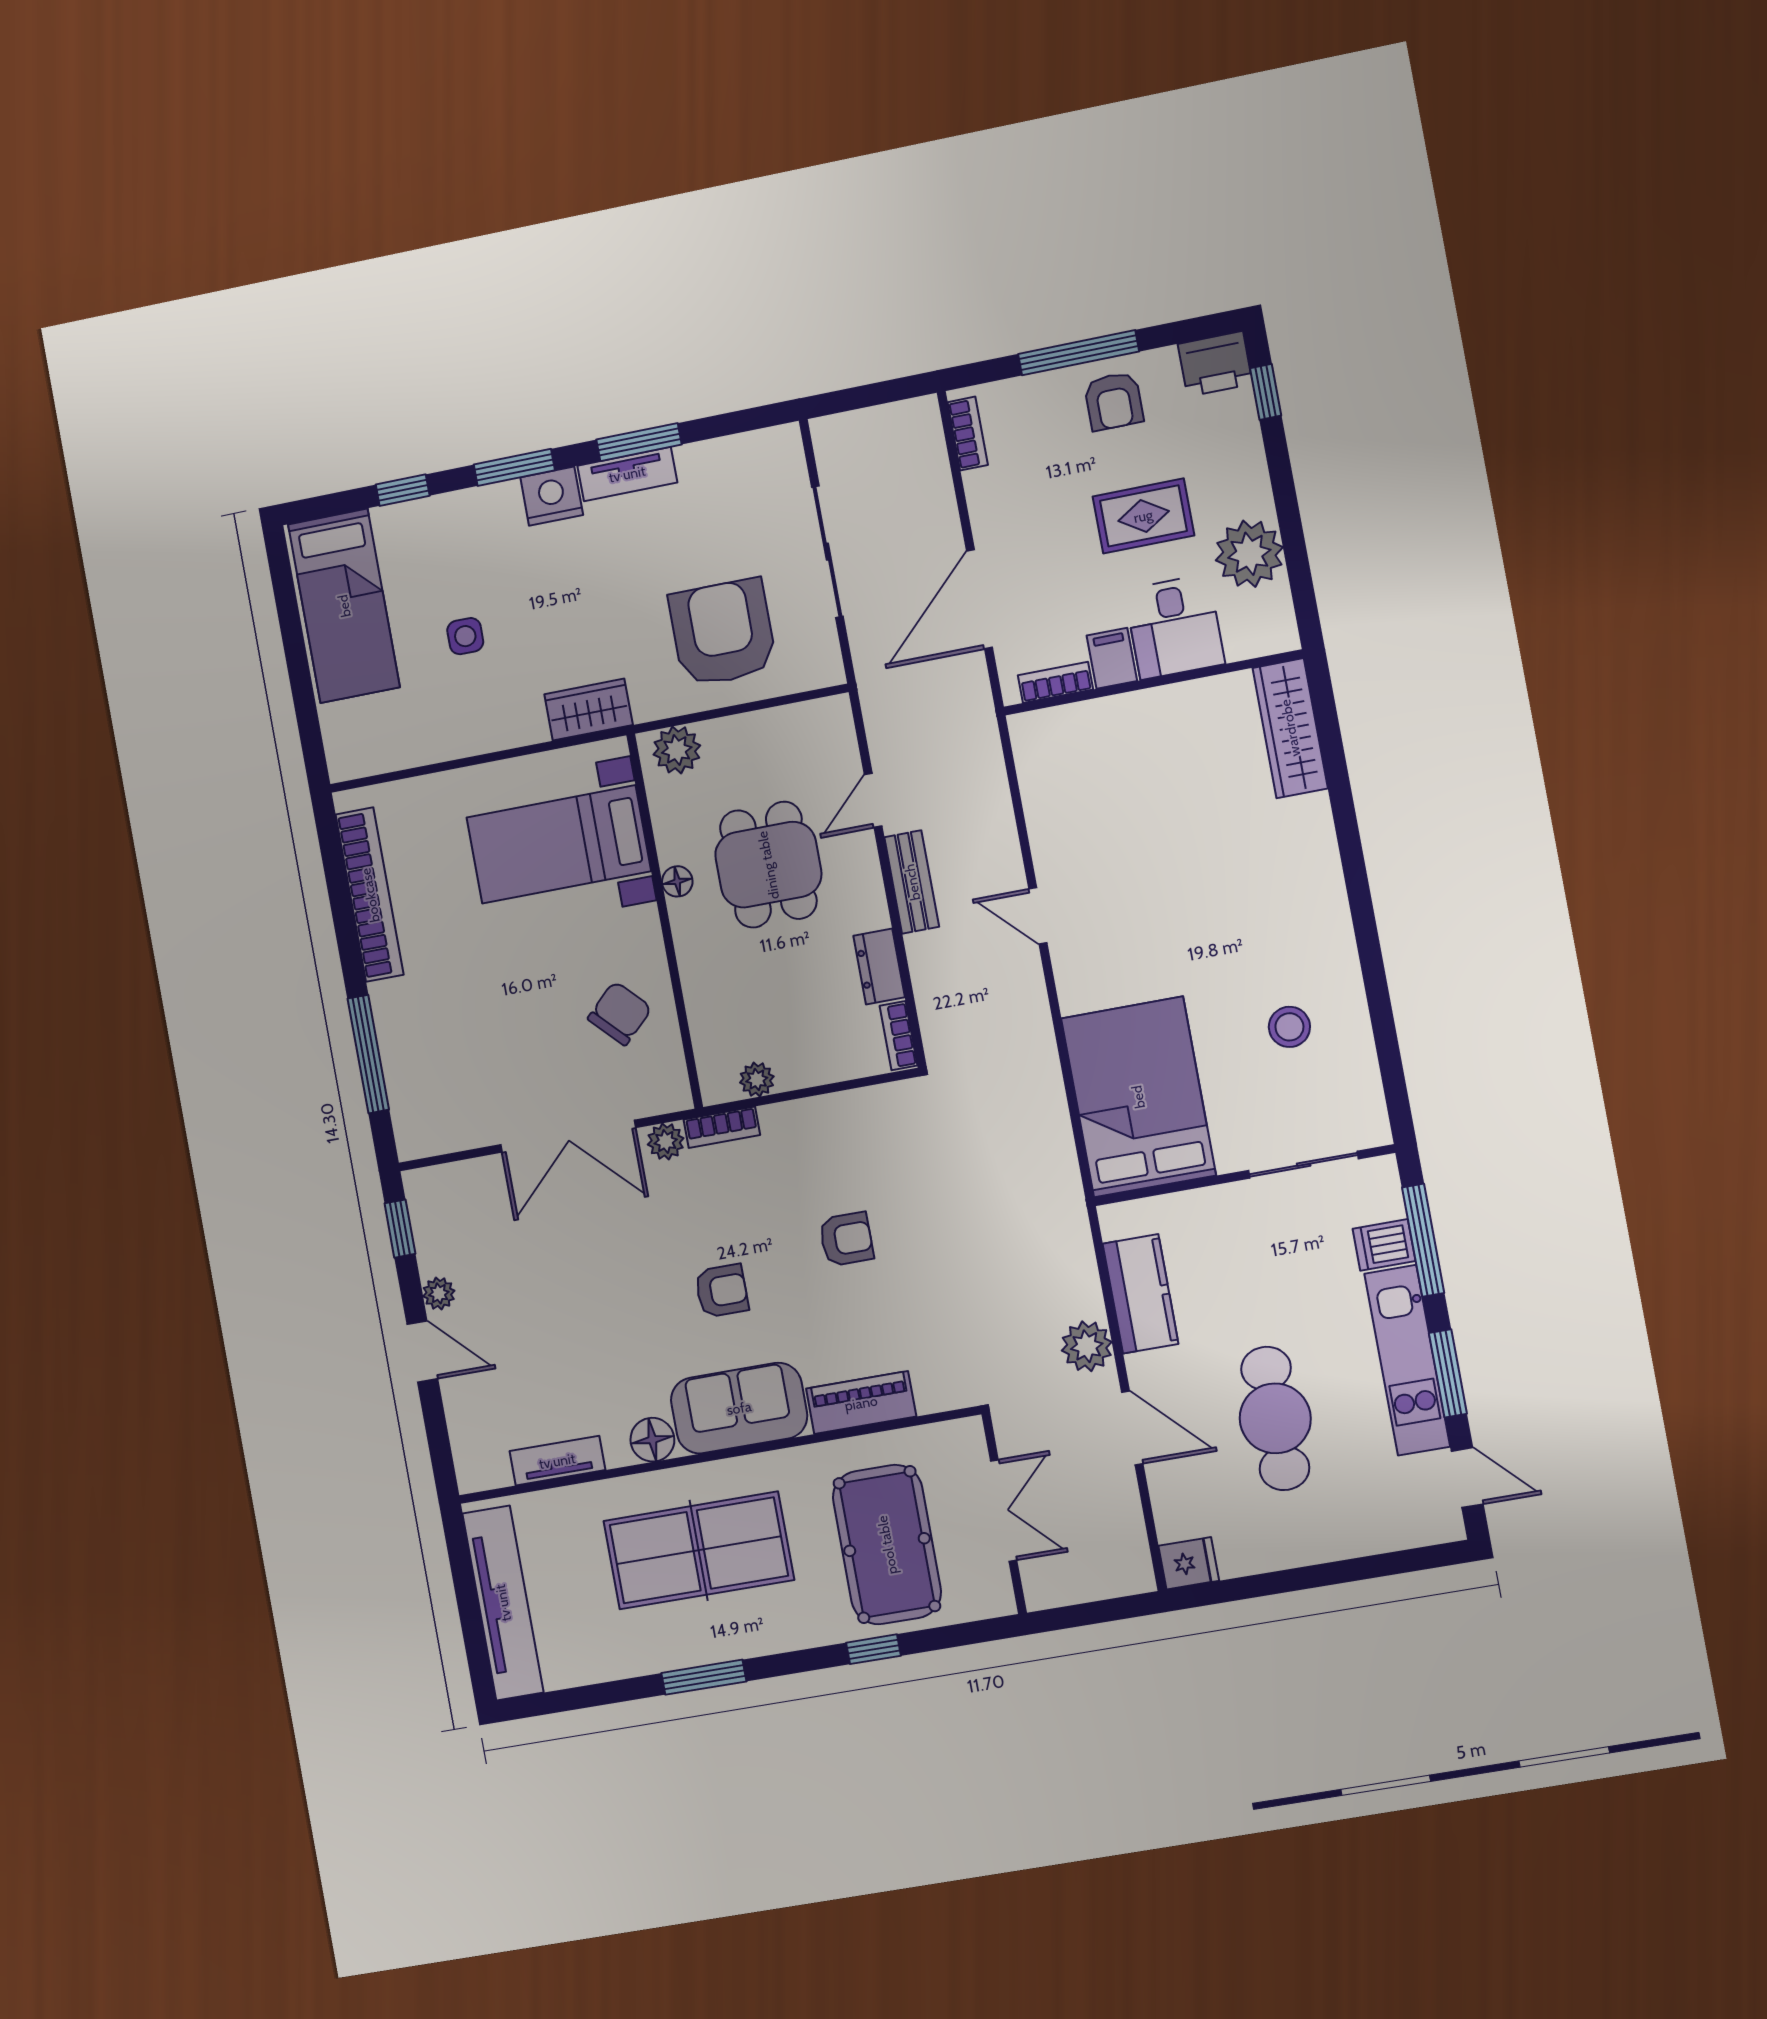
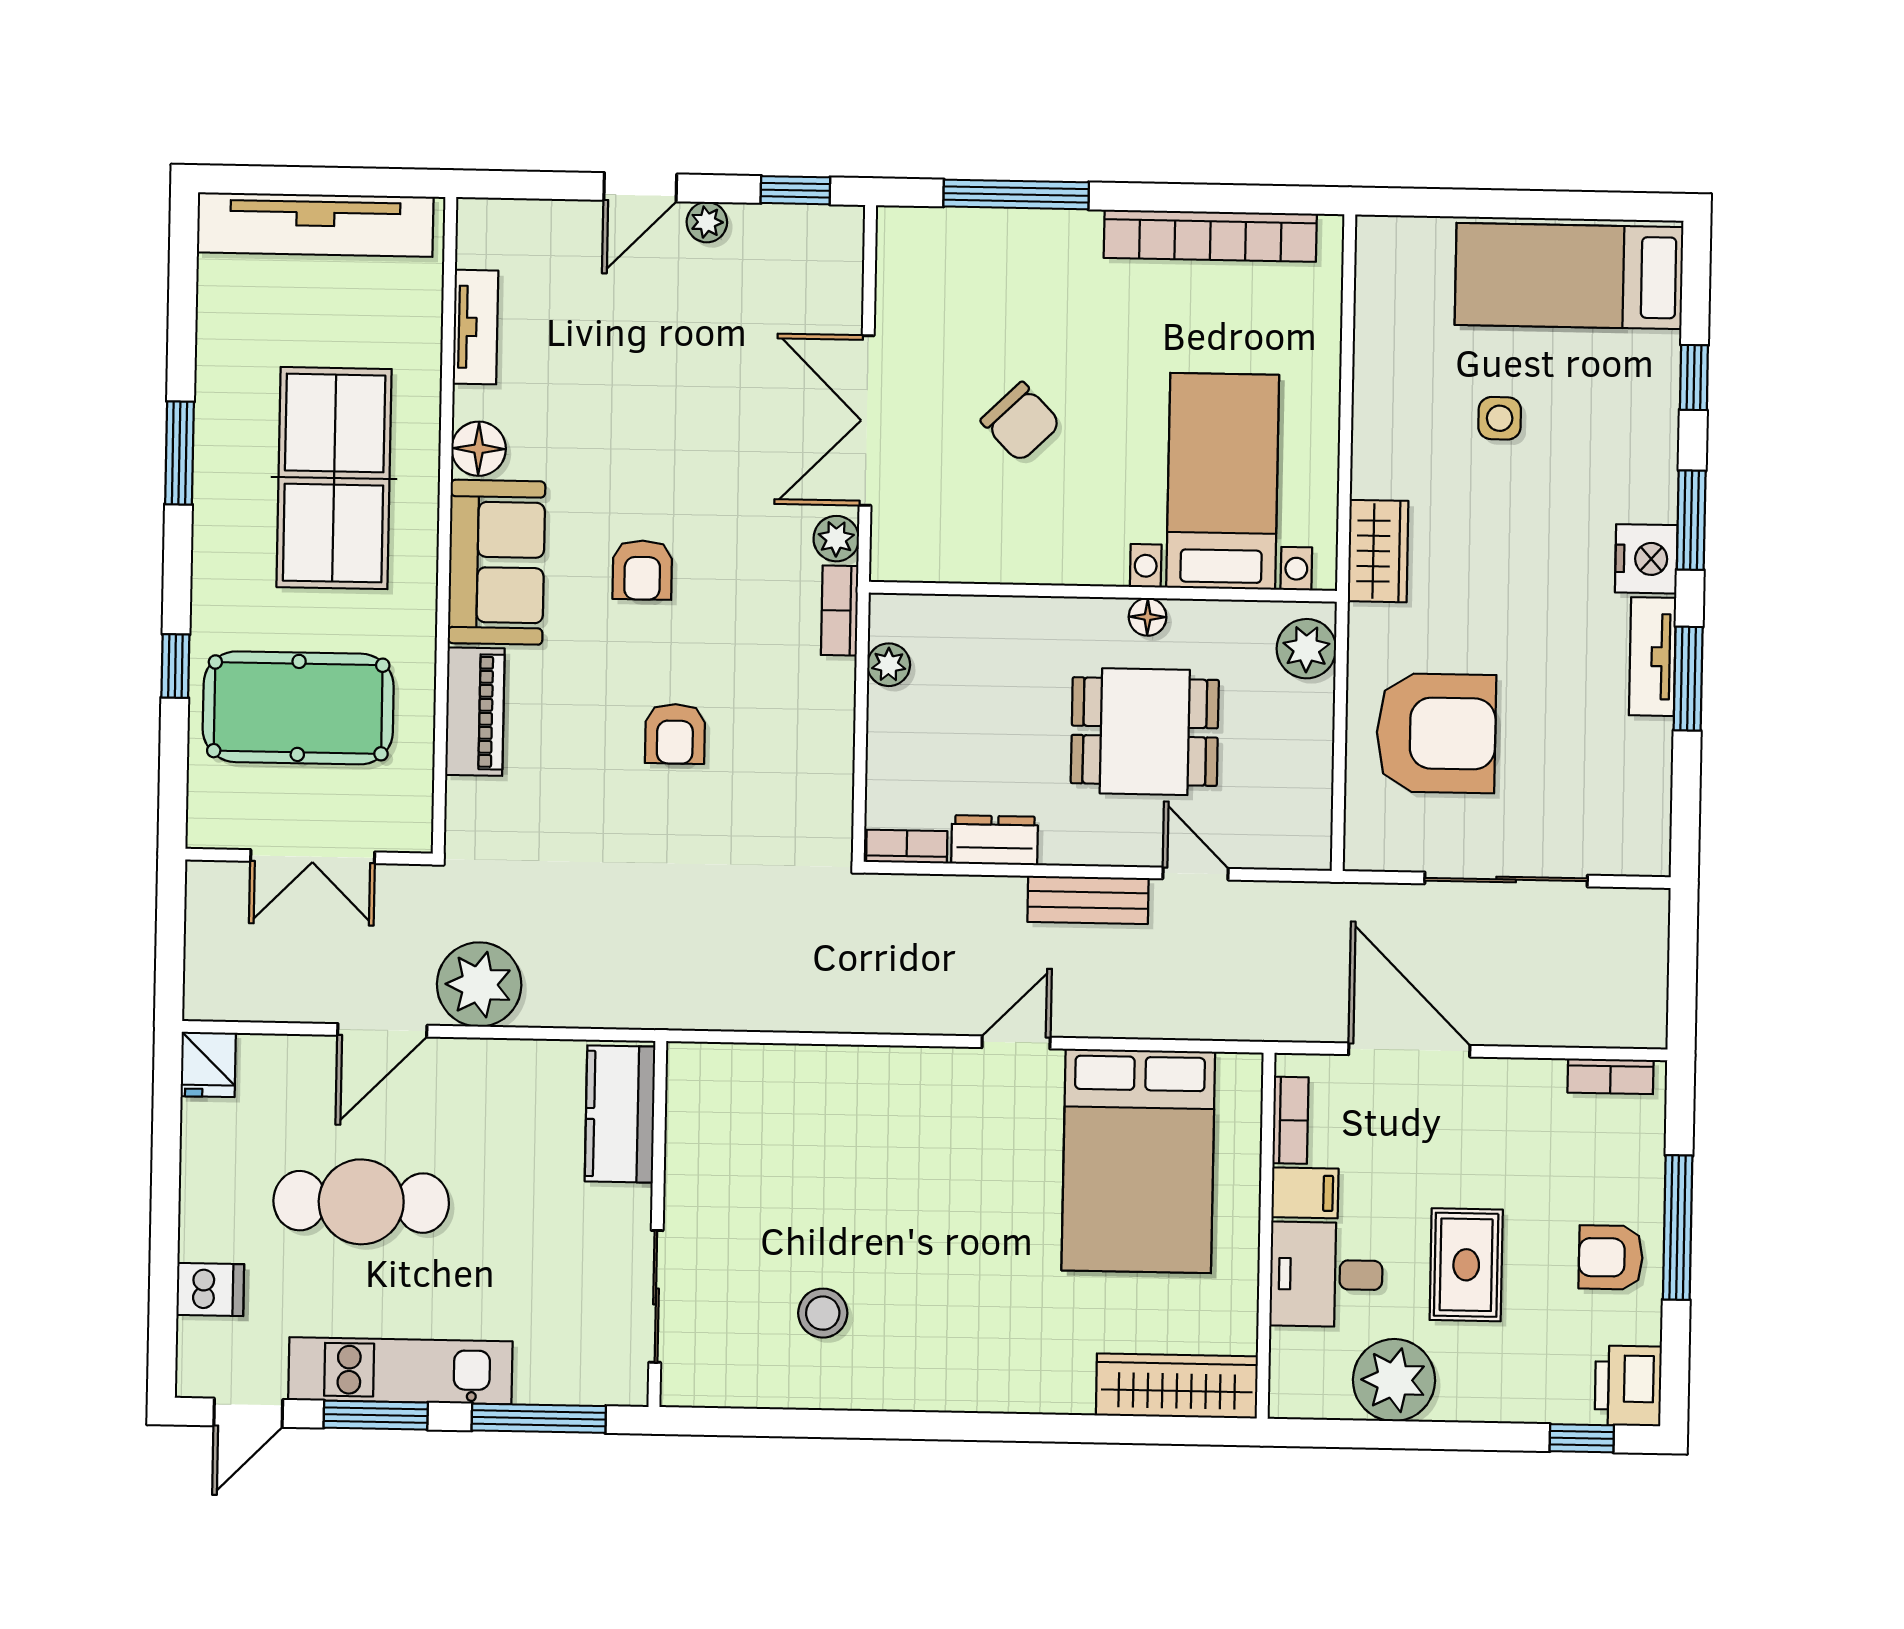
chair: (620, 1013) -> (1021, 422), moved
bed: (1138, 1097) -> (1138, 1161), moved, turned 90
dishwasher: (1384, 1245) -> (210, 1290), moved, turned 90
kitchen counter: (1141, 1294) -> (620, 1114), moved, turned 90
plant: (1087, 1346) -> (479, 985), width x1.36, depth x1.36

